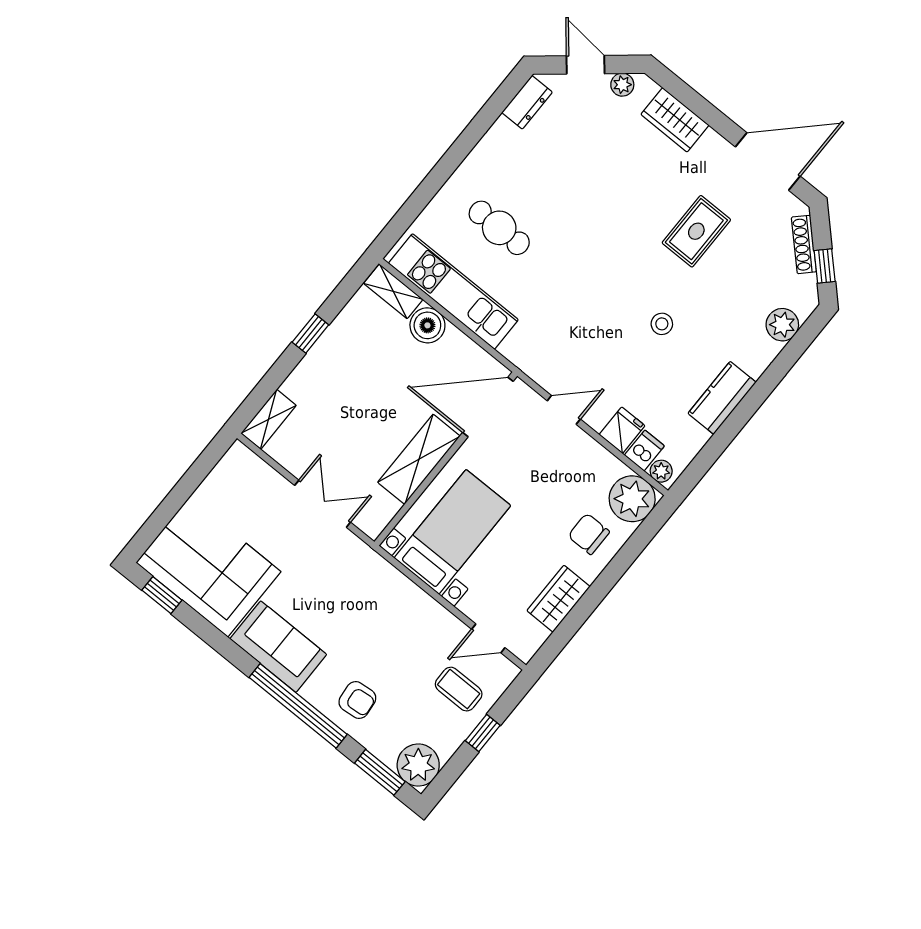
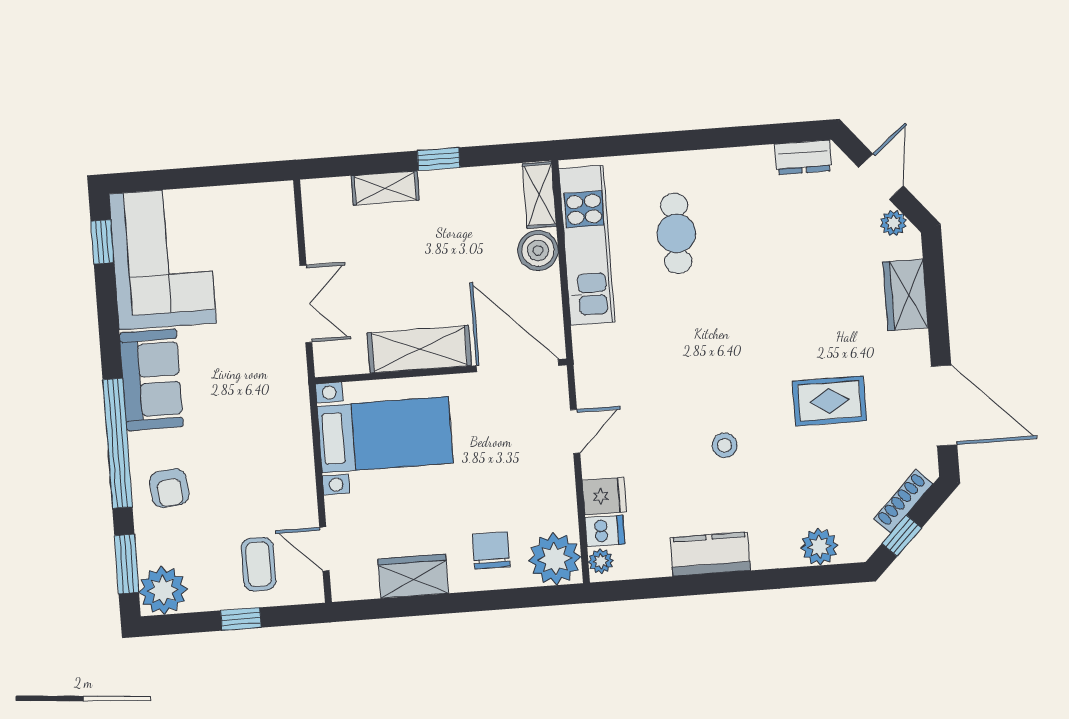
door: (564, 410) -> (575, 431), hinge flipped
shelving: (269, 419) -> (385, 188), moved

